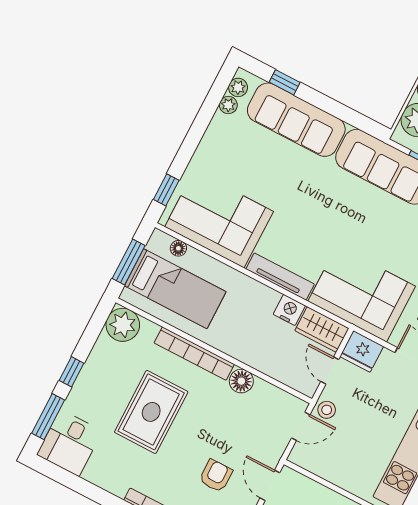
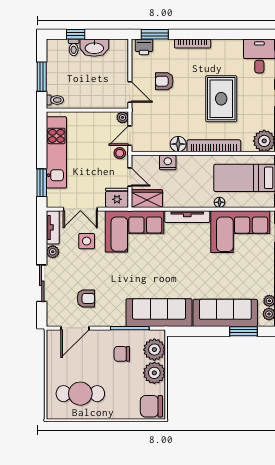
window: (285, 82) -> (243, 331), width x1.50
floor lamp: (178, 248) -> (219, 202), moved
nightstand: (289, 310) -> (168, 162), moved, turned 180
plant: (298, 456) -> (122, 117), added
armchair: (216, 476) -> (164, 81), turned 90

